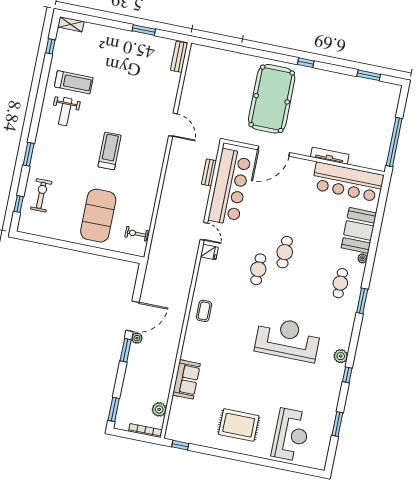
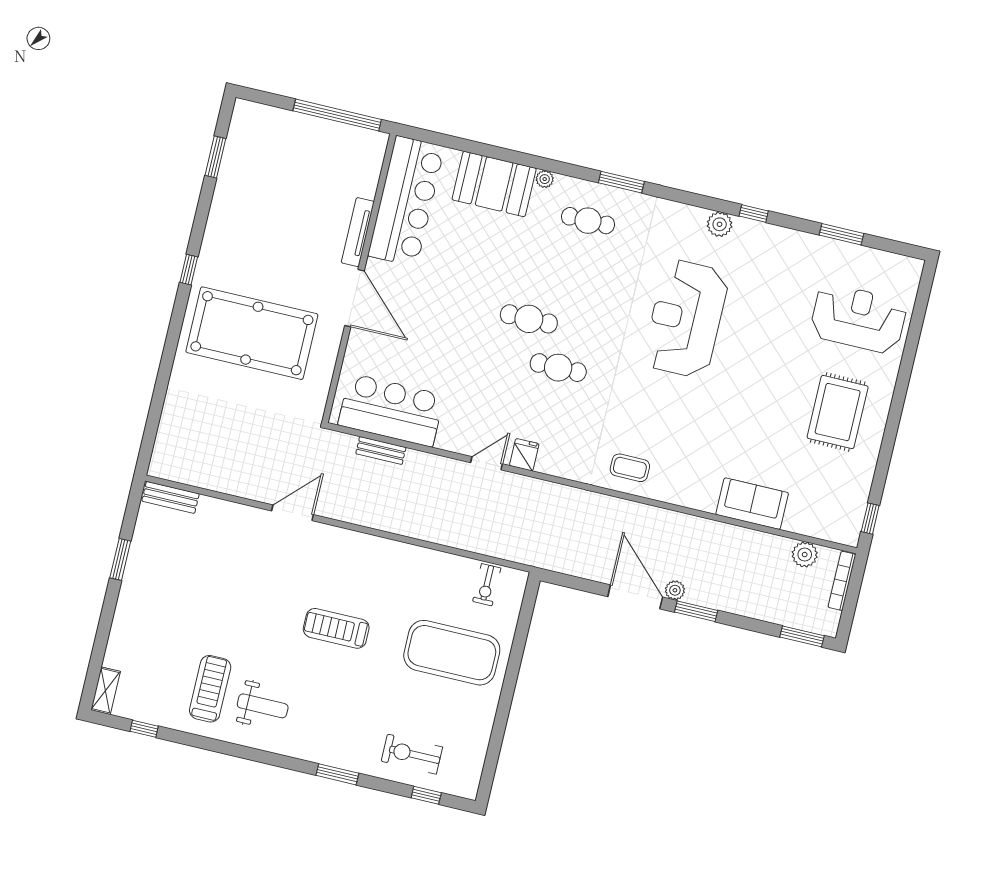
door: (274, 151) -> (354, 298), moved
bar counter: (230, 187) -> (391, 410), width x0.73

